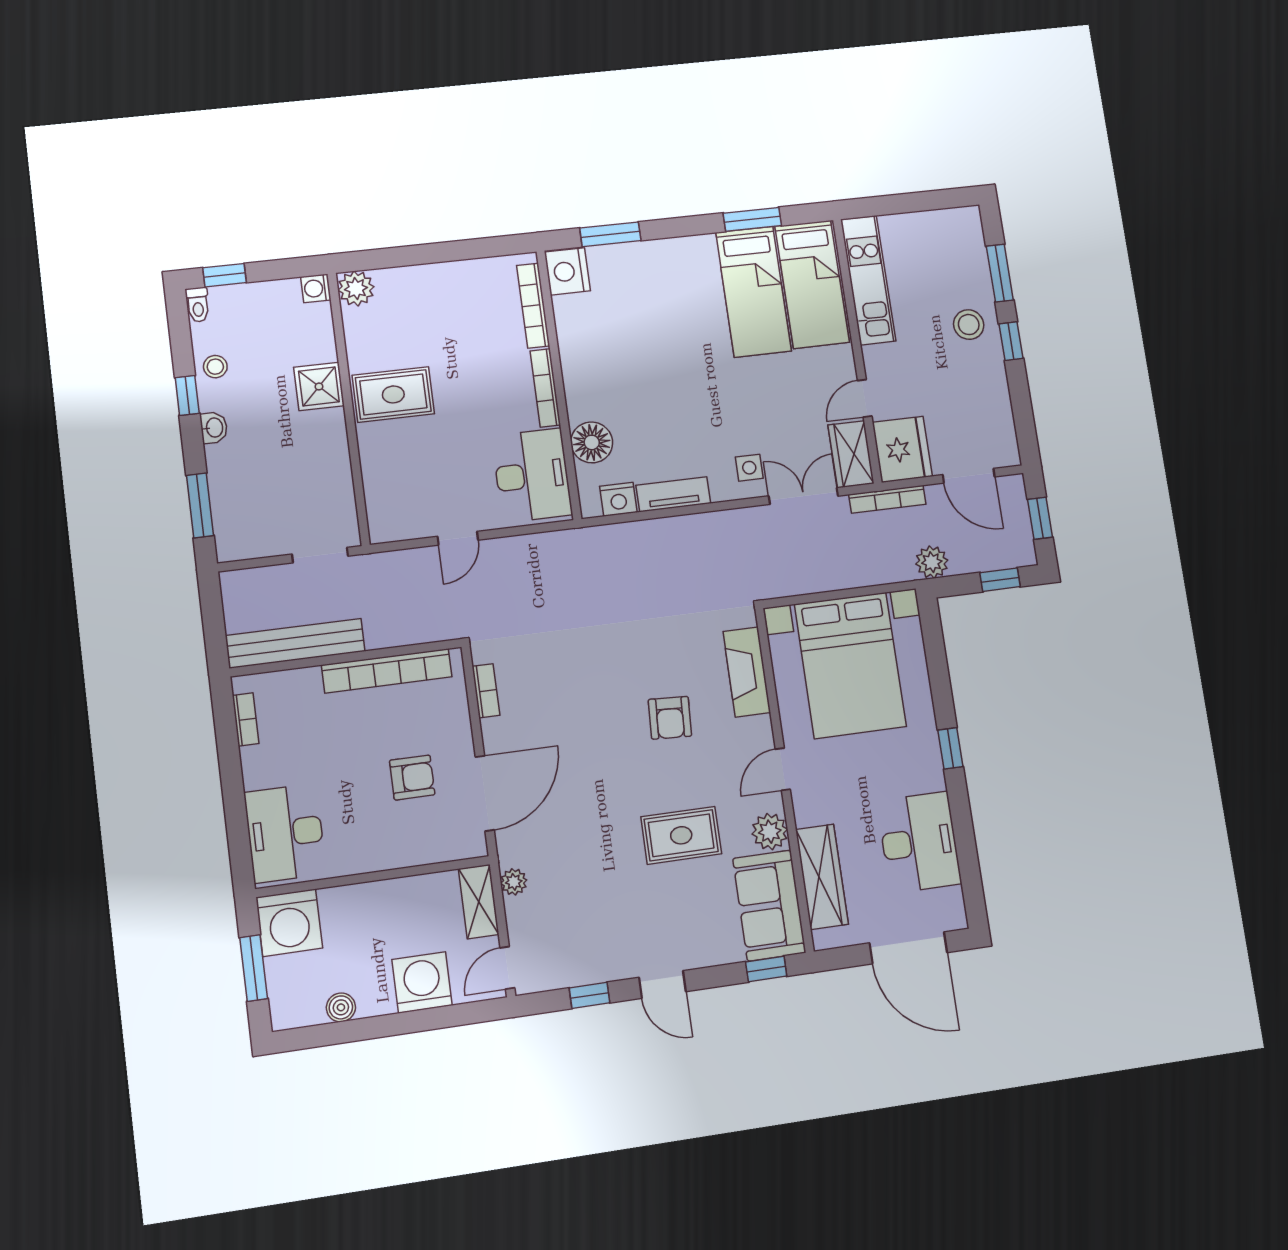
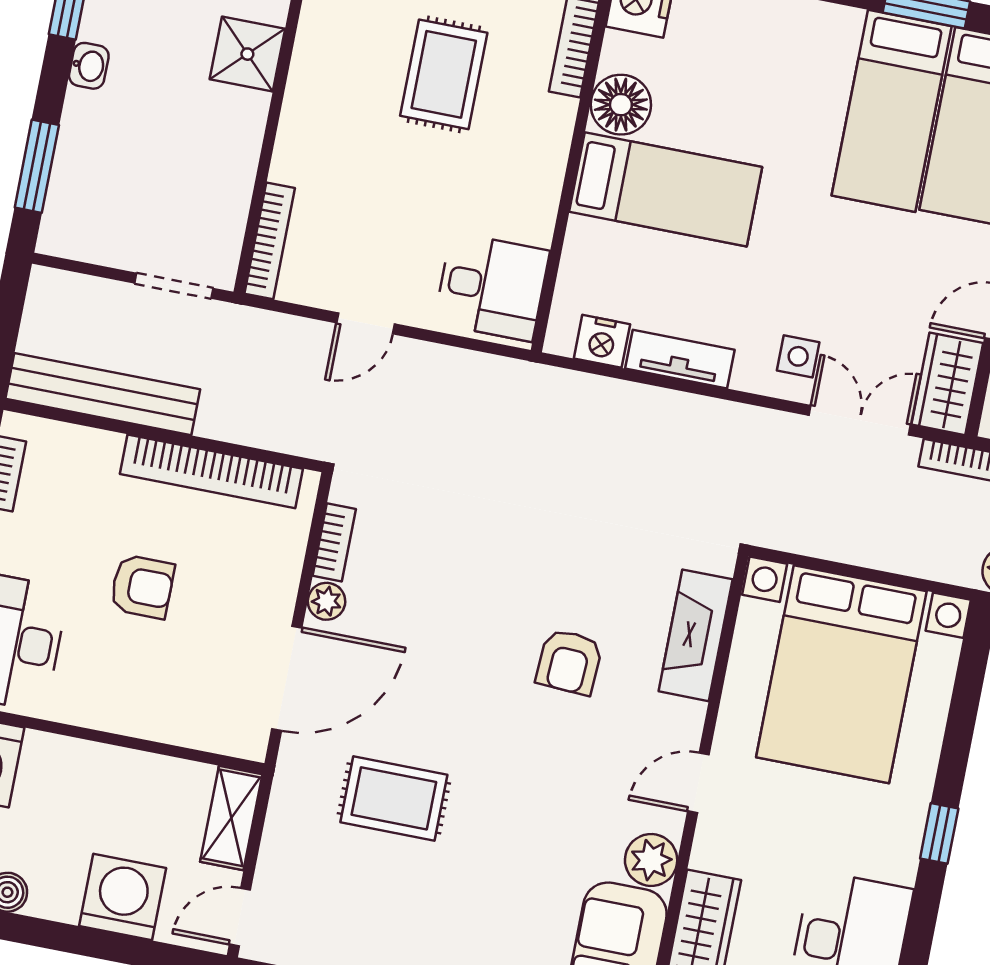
bed: (626, 387) -> (666, 189), added
bookcase: (545, 388) -> (270, 241), moved, turned 180
rug: (393, 394) -> (444, 74), moved, turned 90
floor lamp: (592, 442) -> (621, 105), moved
desk: (532, 475) -> (492, 287), width x0.73
armchair: (412, 778) -> (142, 587), moved
rug: (681, 835) -> (394, 798), moved
plant: (514, 882) -> (327, 601), moved

